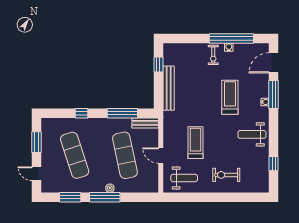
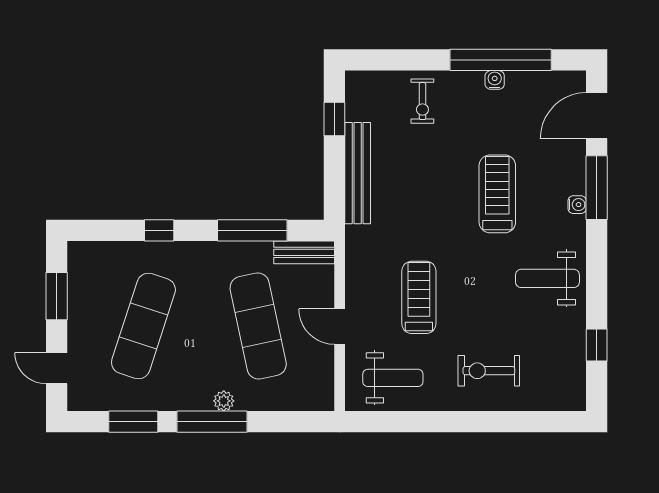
exercise bike: (213, 55) -> (422, 101), moved
exercise mat: (75, 155) -> (143, 326), turned 36

